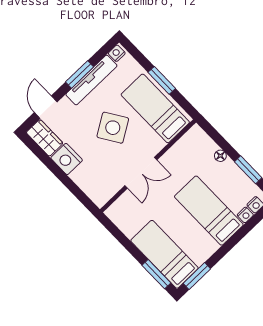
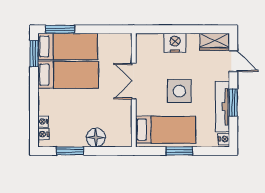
side table: (113, 128) -> (179, 91), turned 32
floor lamp: (220, 156) -> (96, 137), width x1.89, depth x1.89
nightstand: (67, 159) -> (175, 43), moved
bed: (209, 211) -> (68, 75), moved

